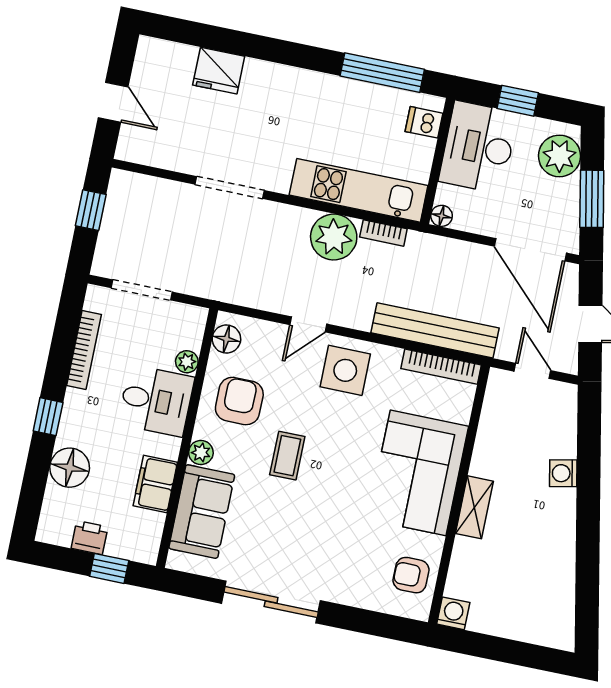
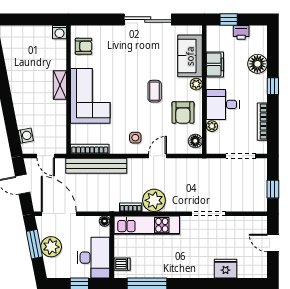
plant: (560, 156) -> (51, 247), moved
side table: (345, 370) -> (135, 138), width x0.54, depth x0.54
washing machine: (563, 473) -> (26, 136), moved

